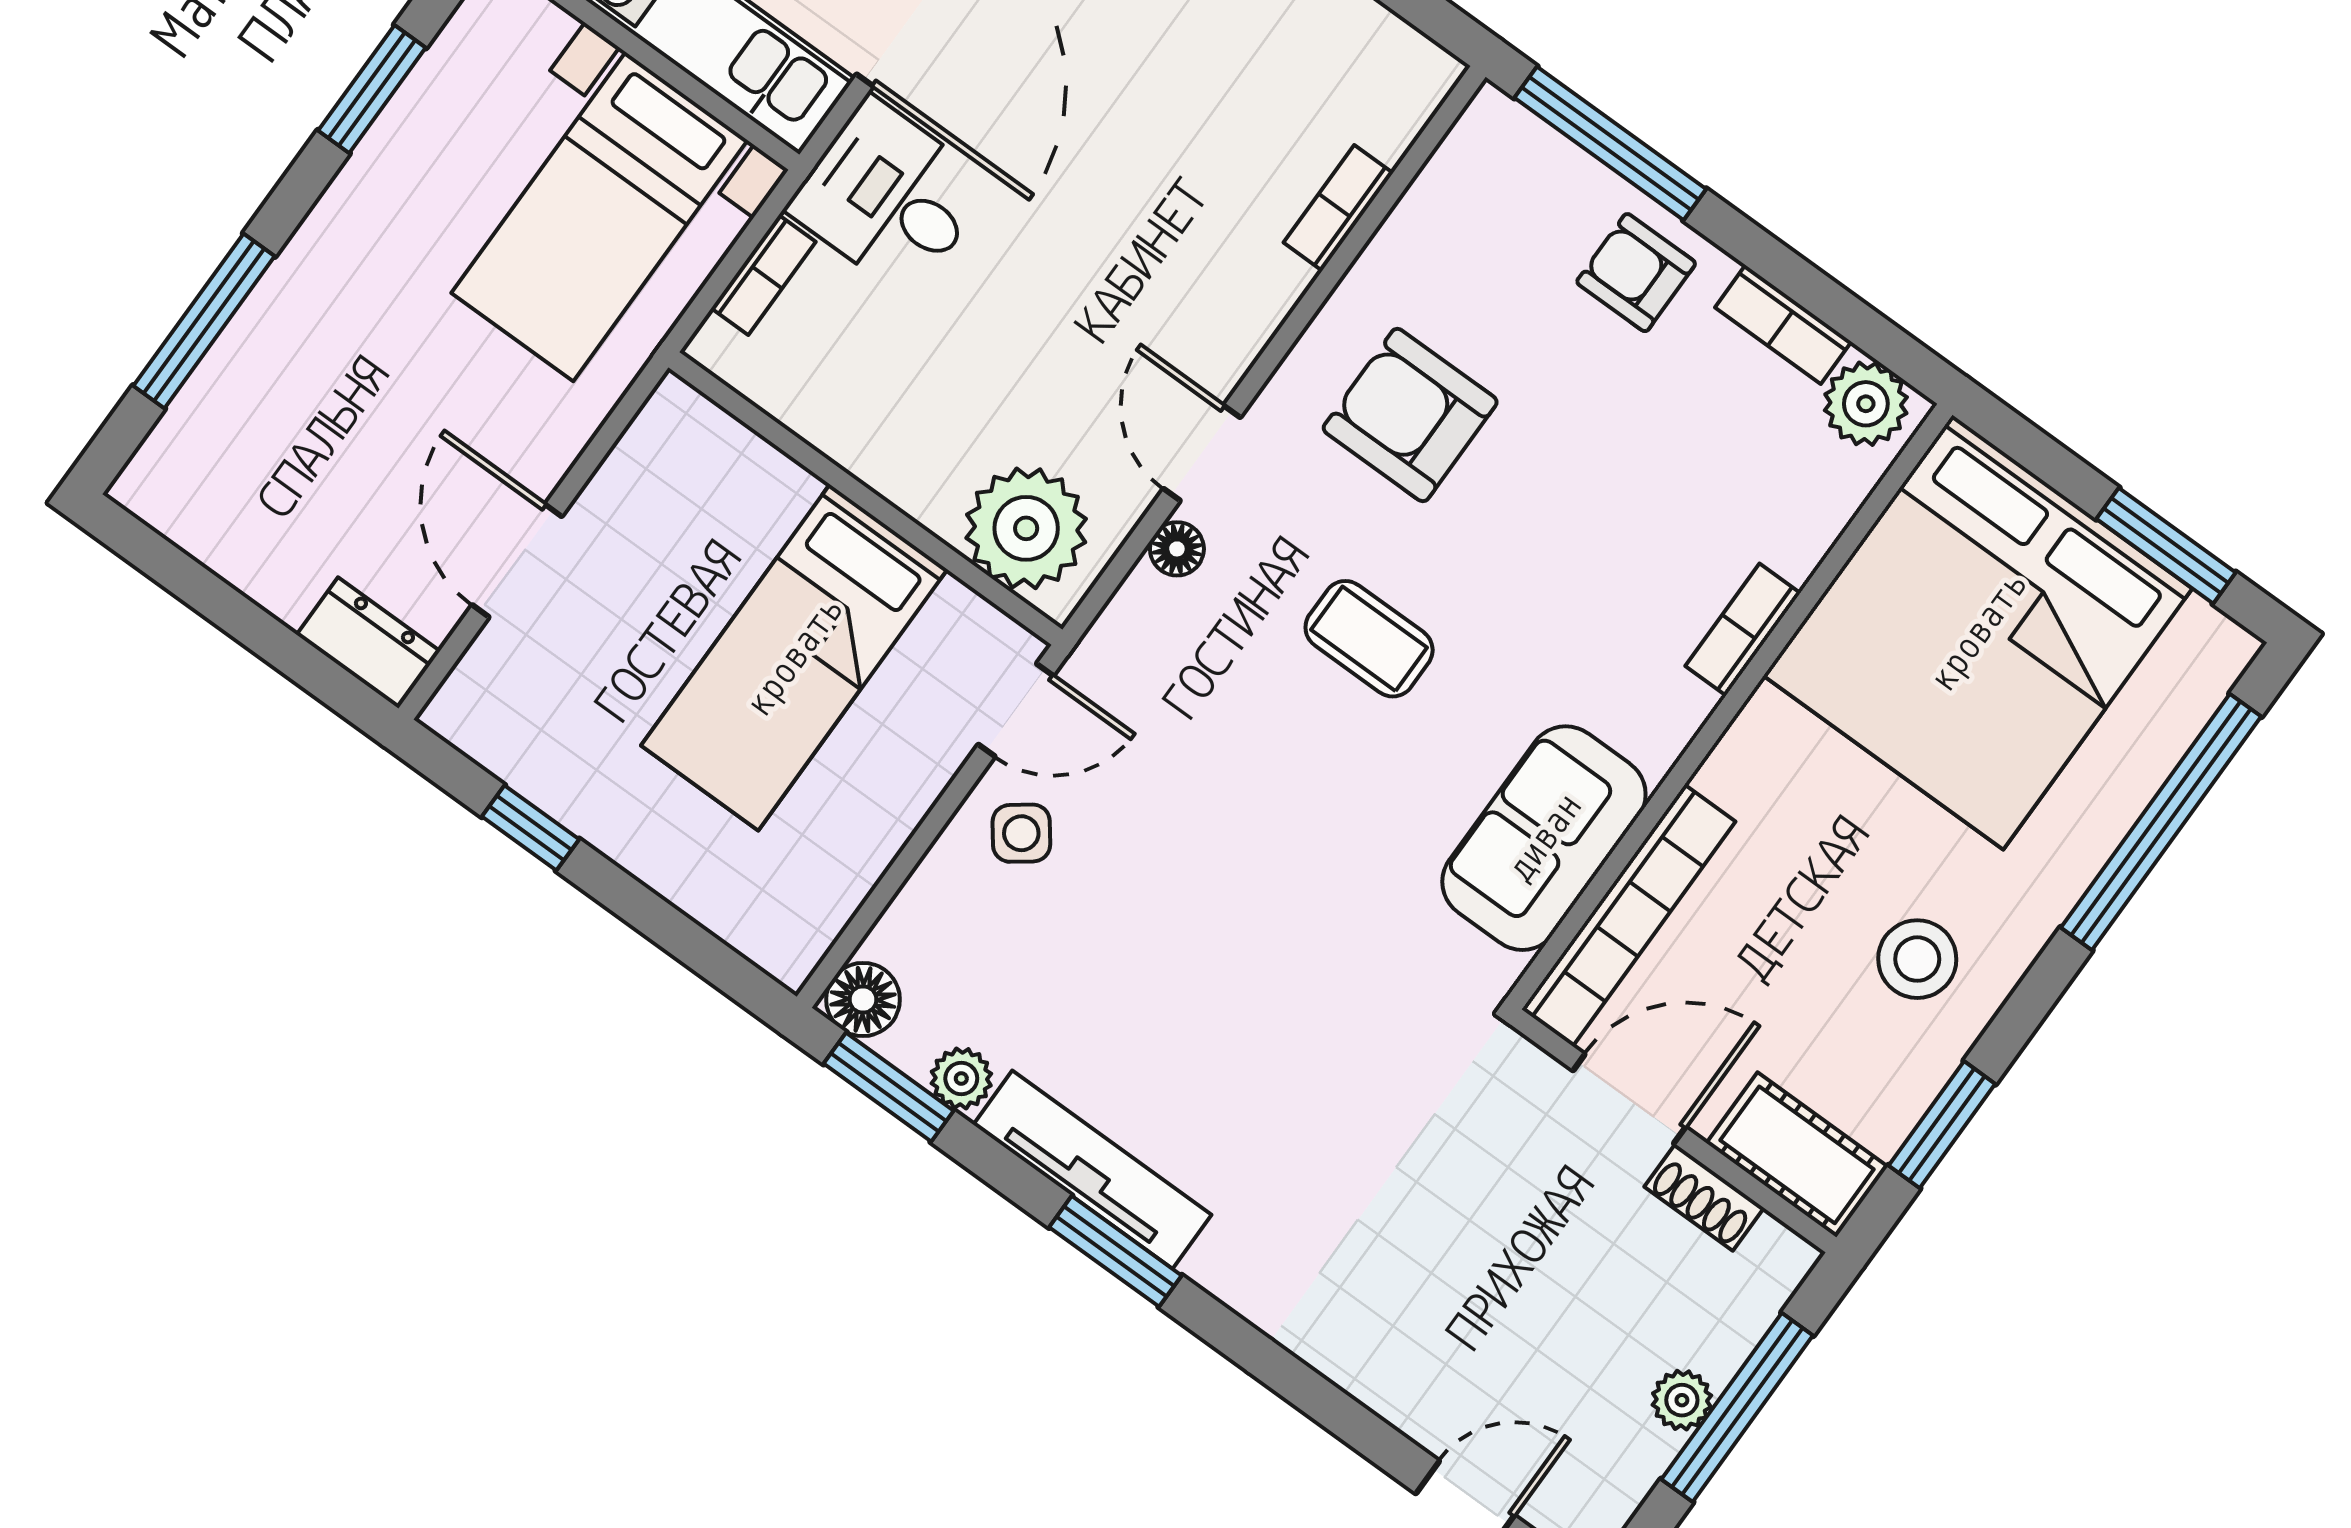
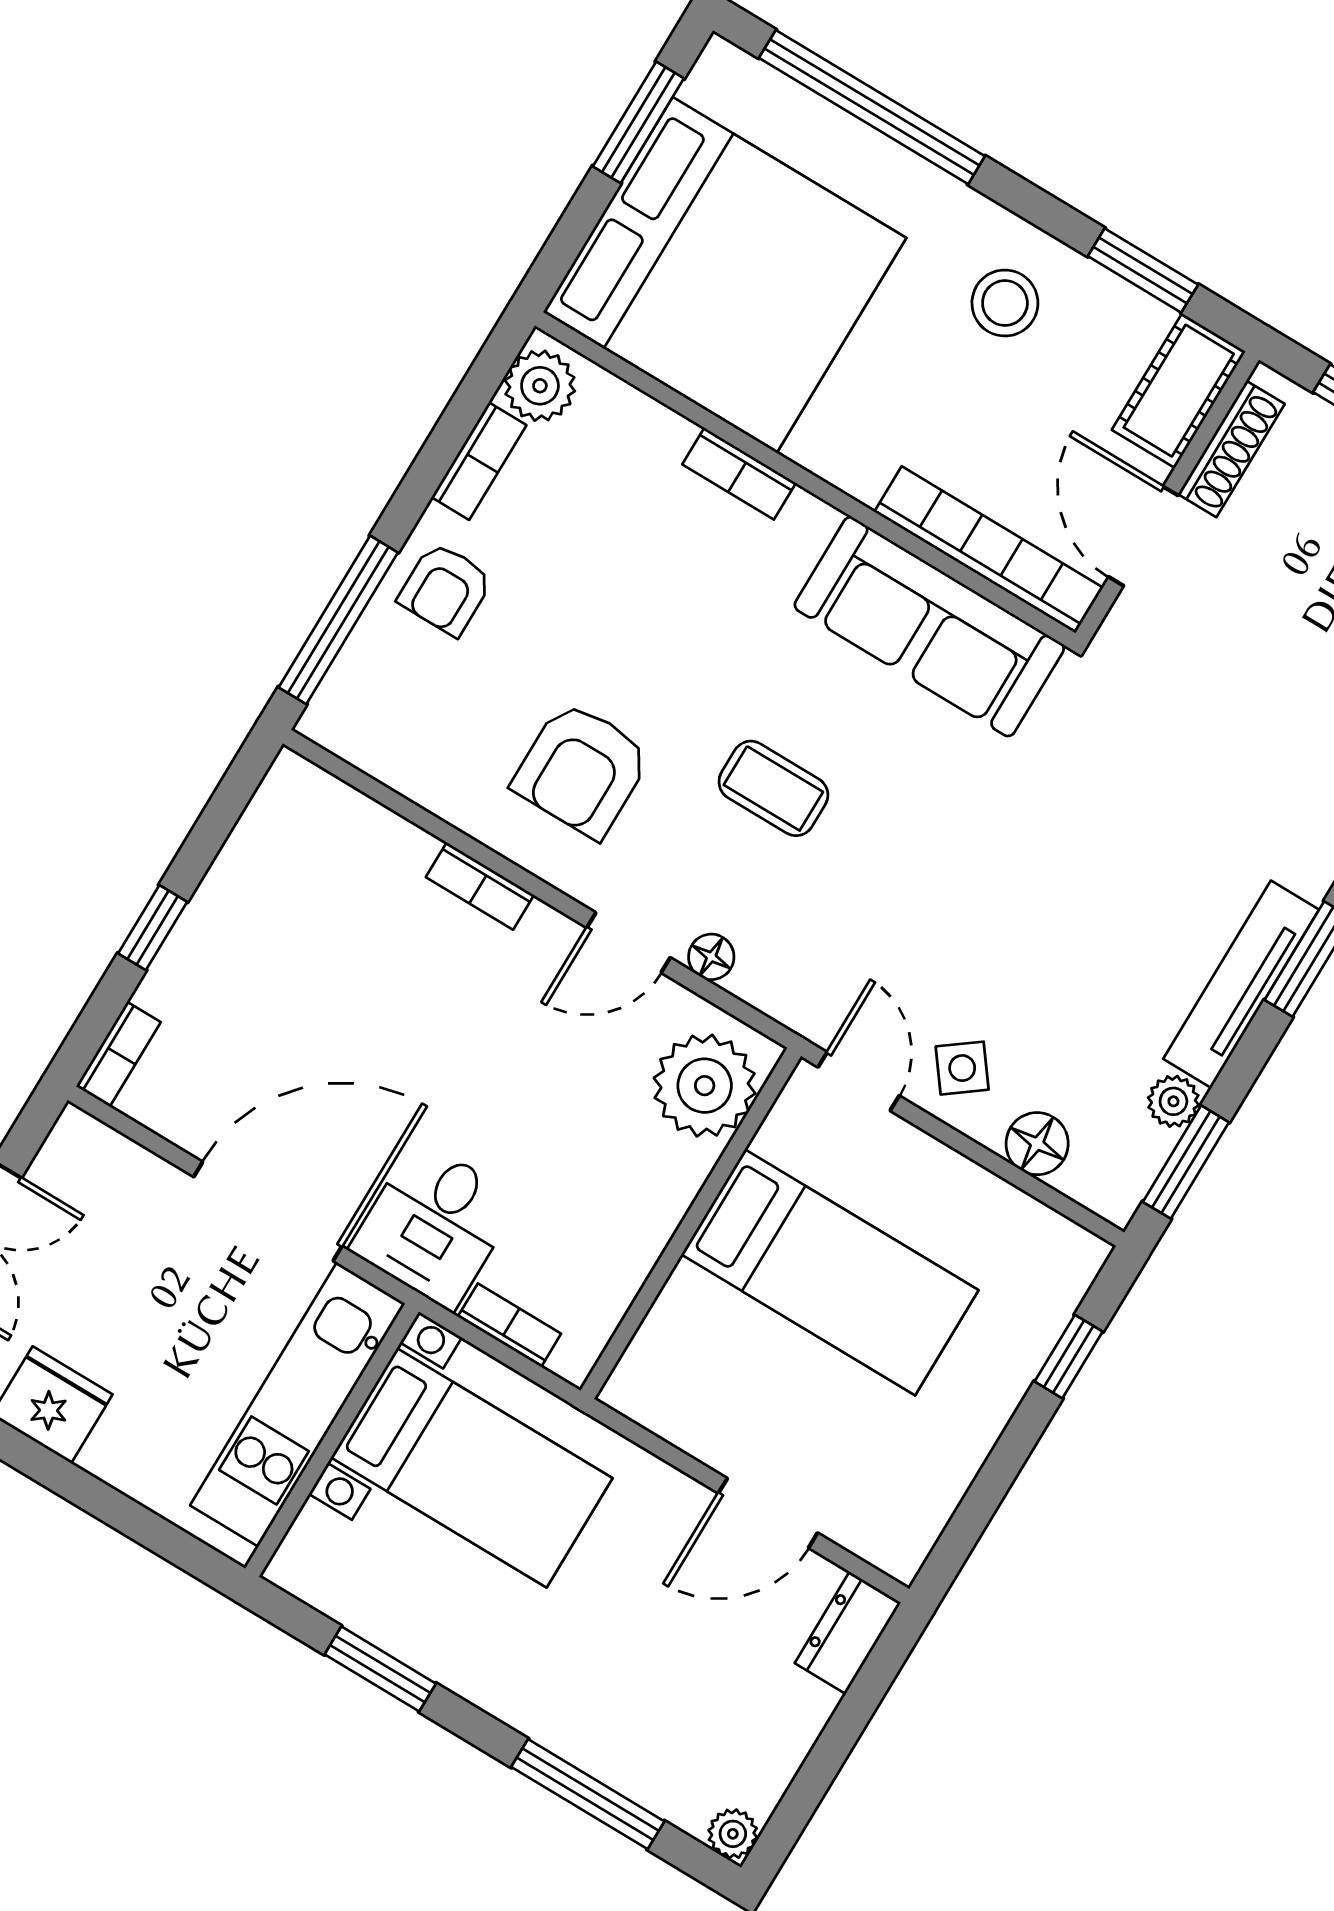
bookcase: (1338, 208) -> (480, 886), moved
plant: (143, 488) -> (733, 1834), added
coffee table: (1369, 639) -> (773, 788), turned 90
window: (530, 828) -> (1069, 1357), moved
sofa: (1544, 838) -> (929, 627), width x1.36
floor lamp: (863, 1000) -> (1037, 1144), moved
shoe rack: (1704, 1197) -> (1231, 449), width x1.43

